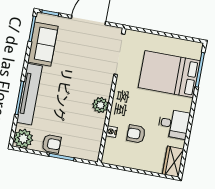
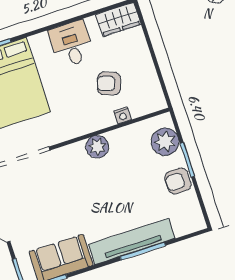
armchair: (136, 134) -> (109, 83), turned 110
plant: (23, 139) -> (165, 142), moved
armchair: (52, 144) -> (178, 181), turned -90

